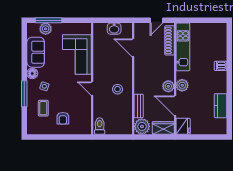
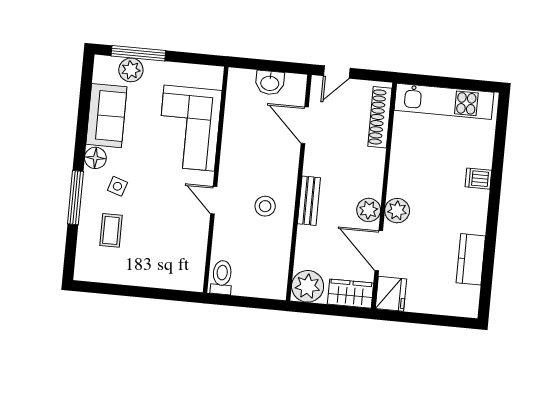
door: (157, 20) -> (337, 72), moved
kitchen unit: (183, 47) -> (444, 101), moved, turned 90
bench: (139, 106) -> (309, 201), moved
armchair: (63, 118) -> (149, 255), removed

